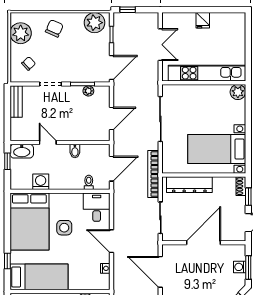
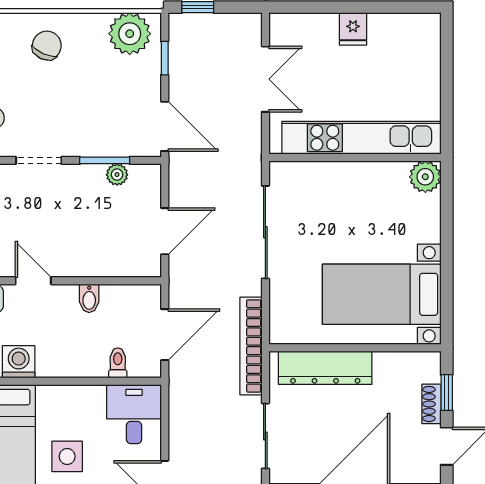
door: (112, 68) -> (165, 126), hinge flipped
shoe rack: (241, 186) -> (431, 404), moved

